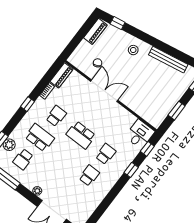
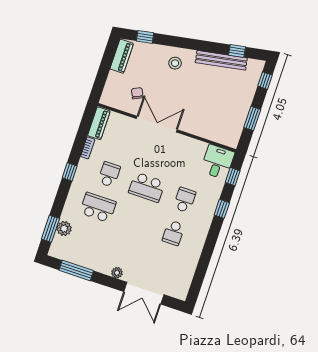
window: (182, 57) -> (237, 51), added
school desk: (23, 159) -> (87, 240), removed
school desk: (89, 176) -> (173, 233), turned 180

